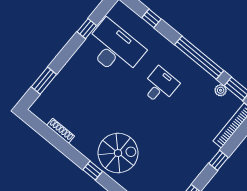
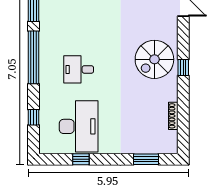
desk: (114, 48) -> (79, 126), turned 180
plant: (221, 90) -> (45, 21), removed
spiral stairs: (118, 153) -> (154, 59), turned -90

